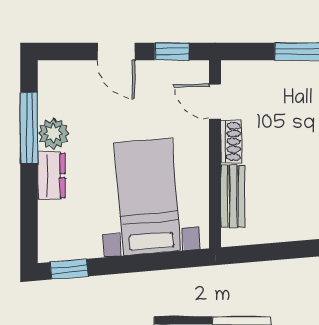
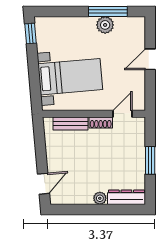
window: (172, 51) -> (150, 90), removed
dresser: (51, 176) -> (82, 24), removed

